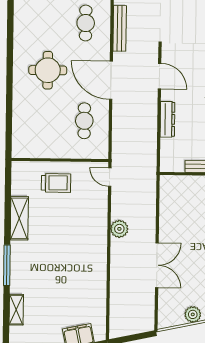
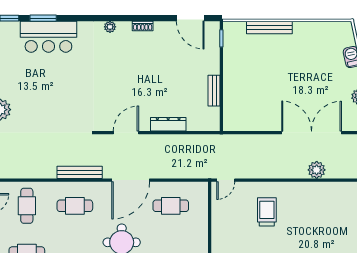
trolley: (56, 183) -> (267, 212), moved
plant: (119, 229) -> (317, 170), moved
double door: (157, 265) -> (312, 133), width x1.36

